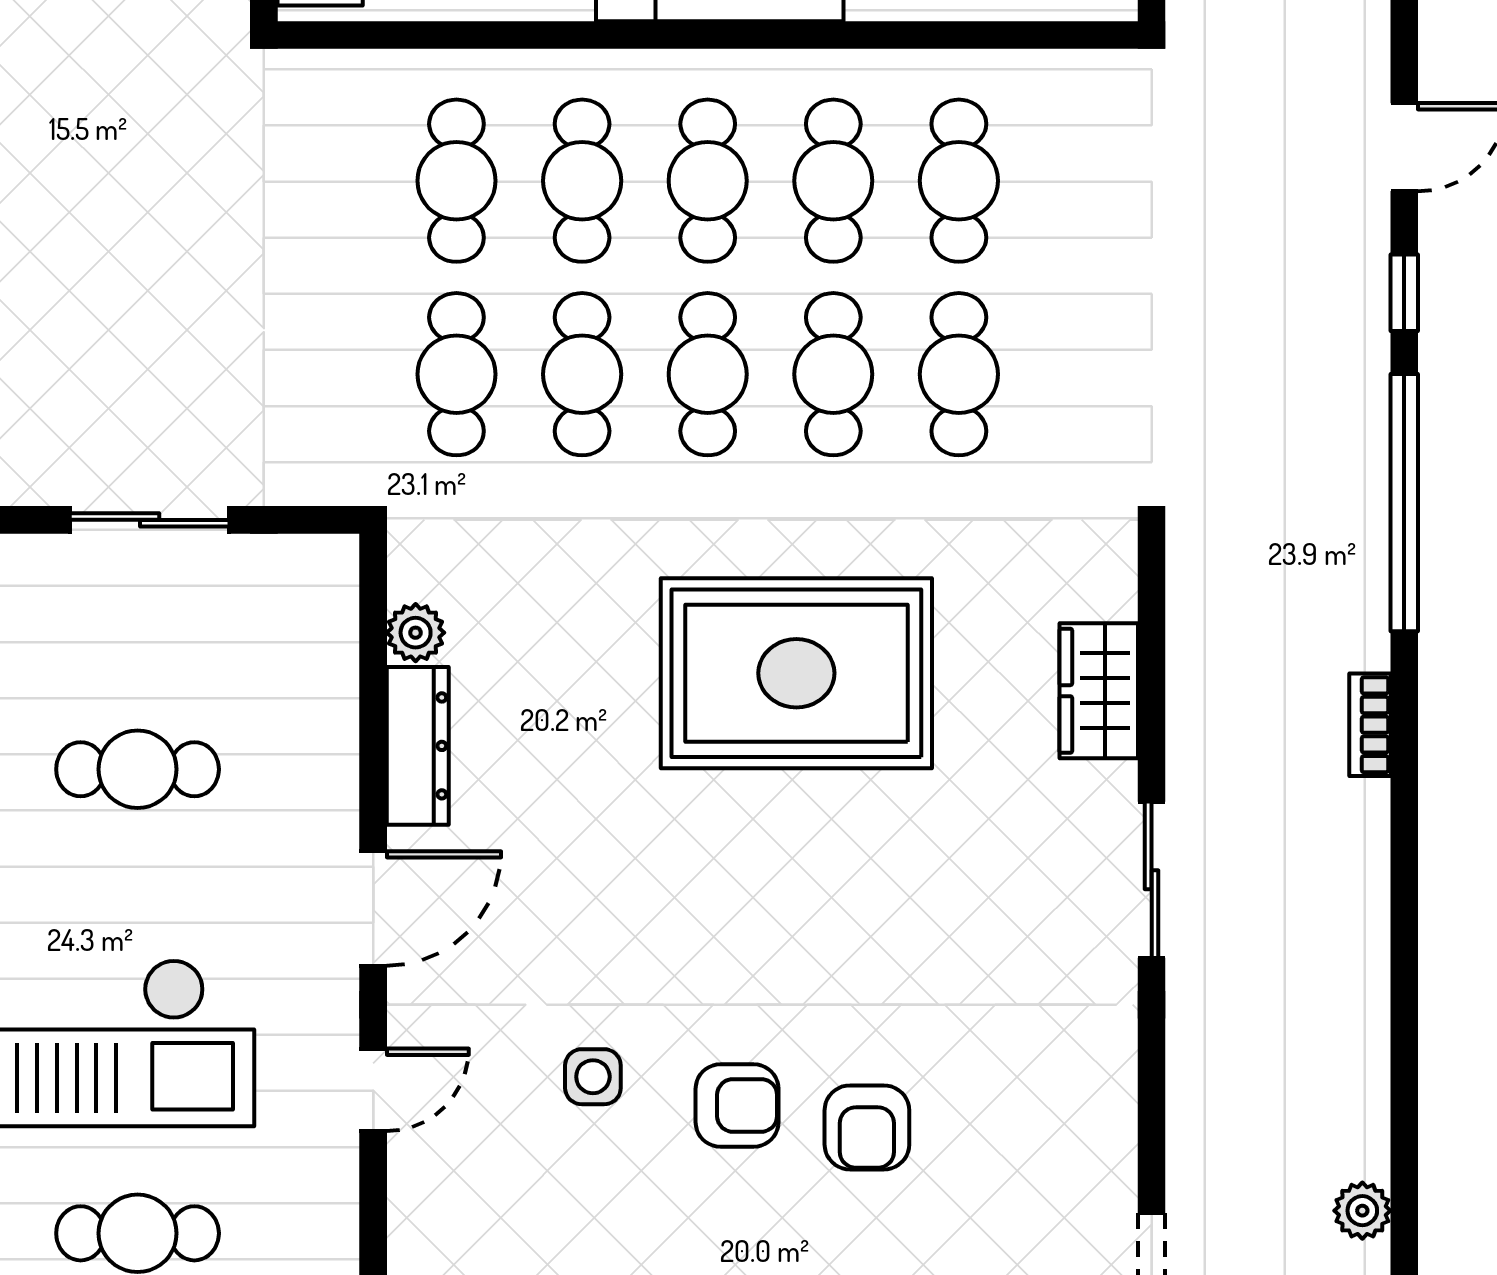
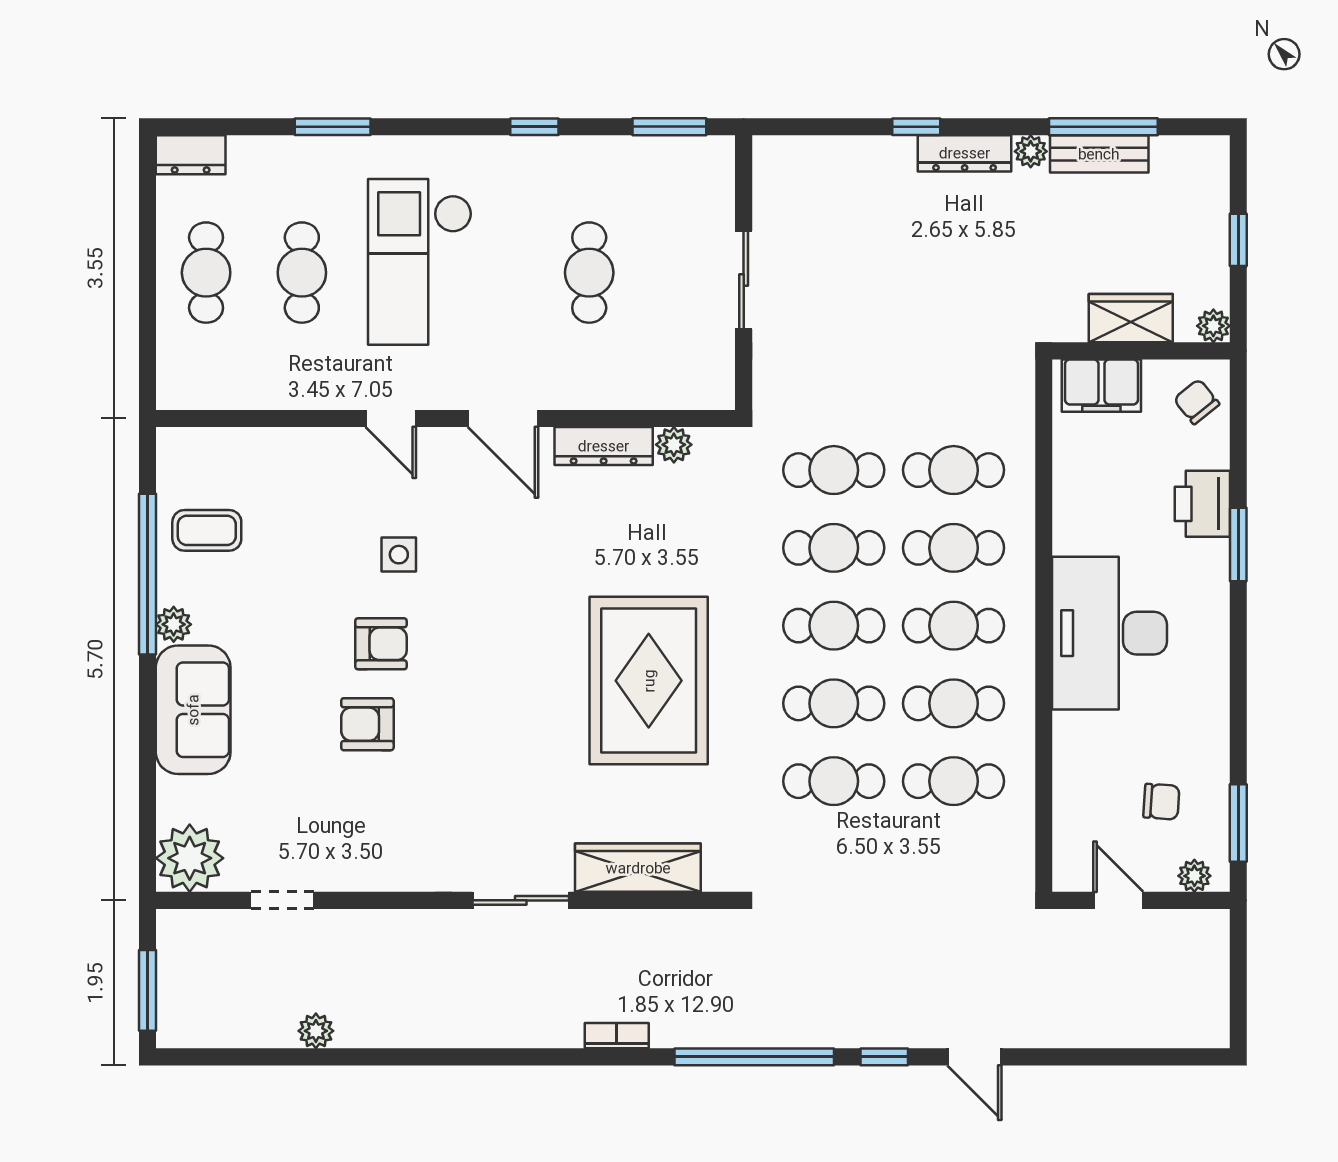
wardrobe: (1099, 691) -> (638, 868), width x1.50
armchair: (737, 1105) -> (381, 644), turned -90

